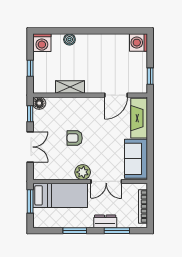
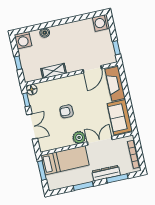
double door: (106, 181) -> (100, 141), swing flipped
dresser: (105, 221) -> (106, 173), width x1.44

